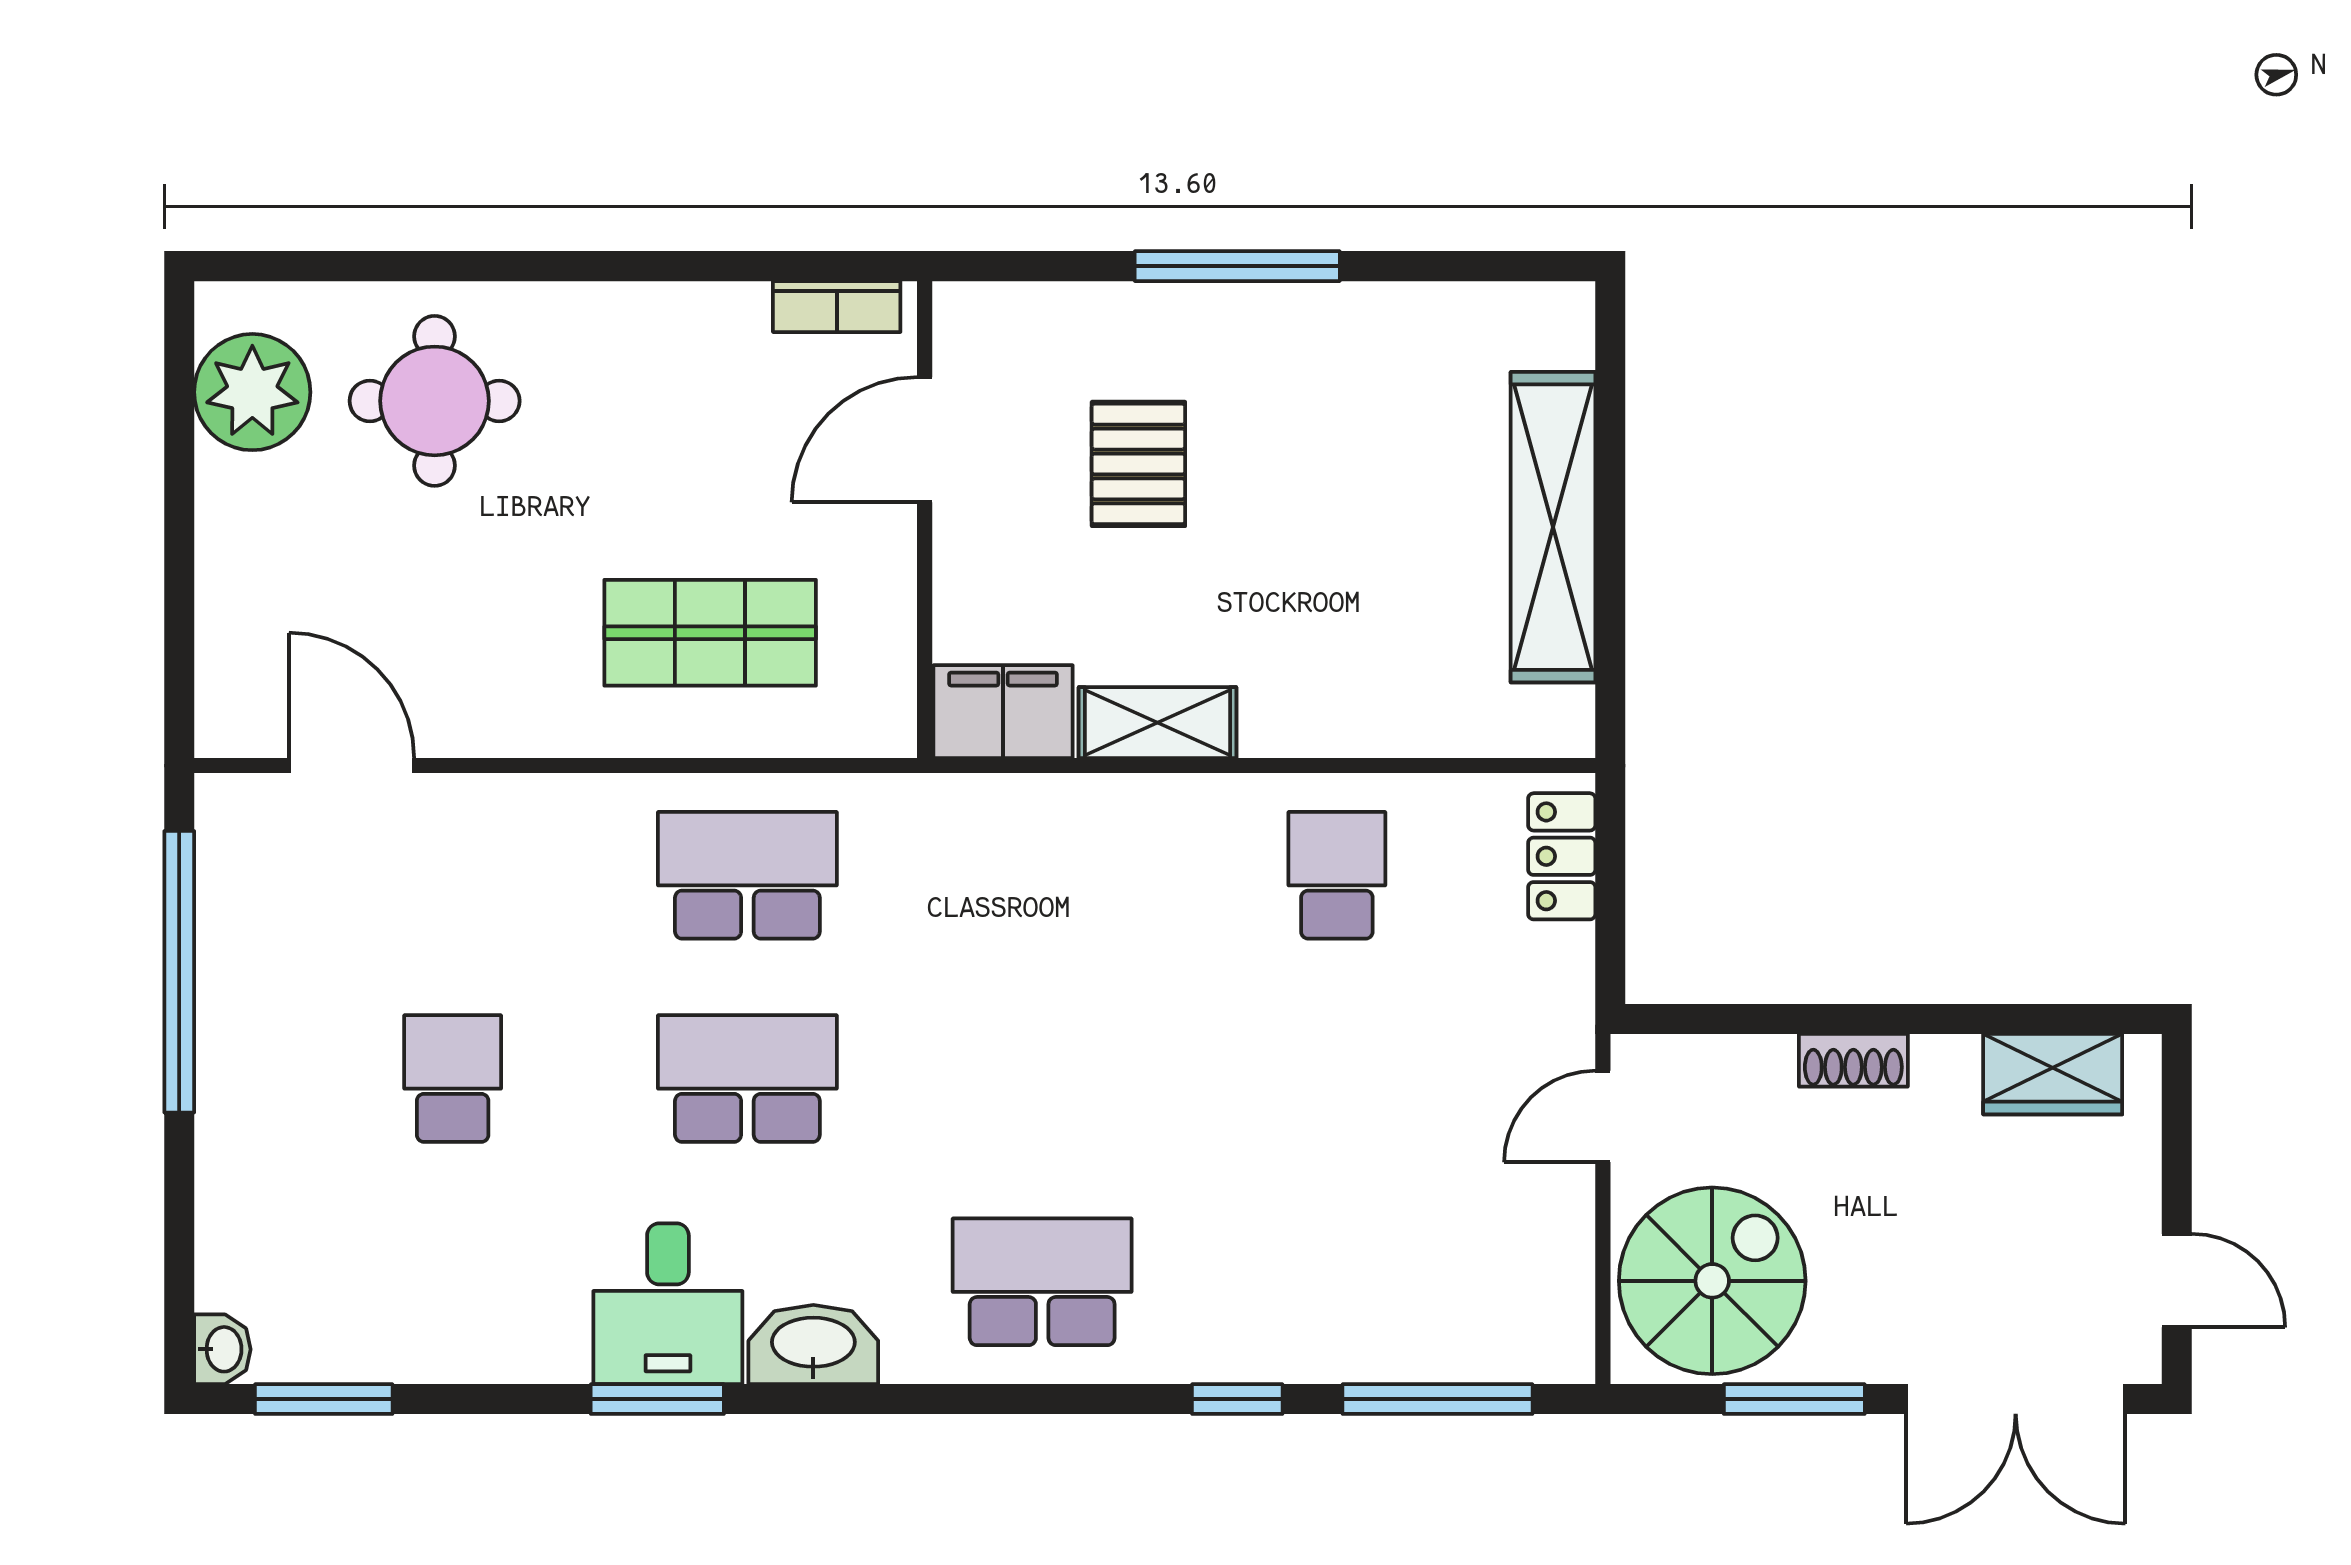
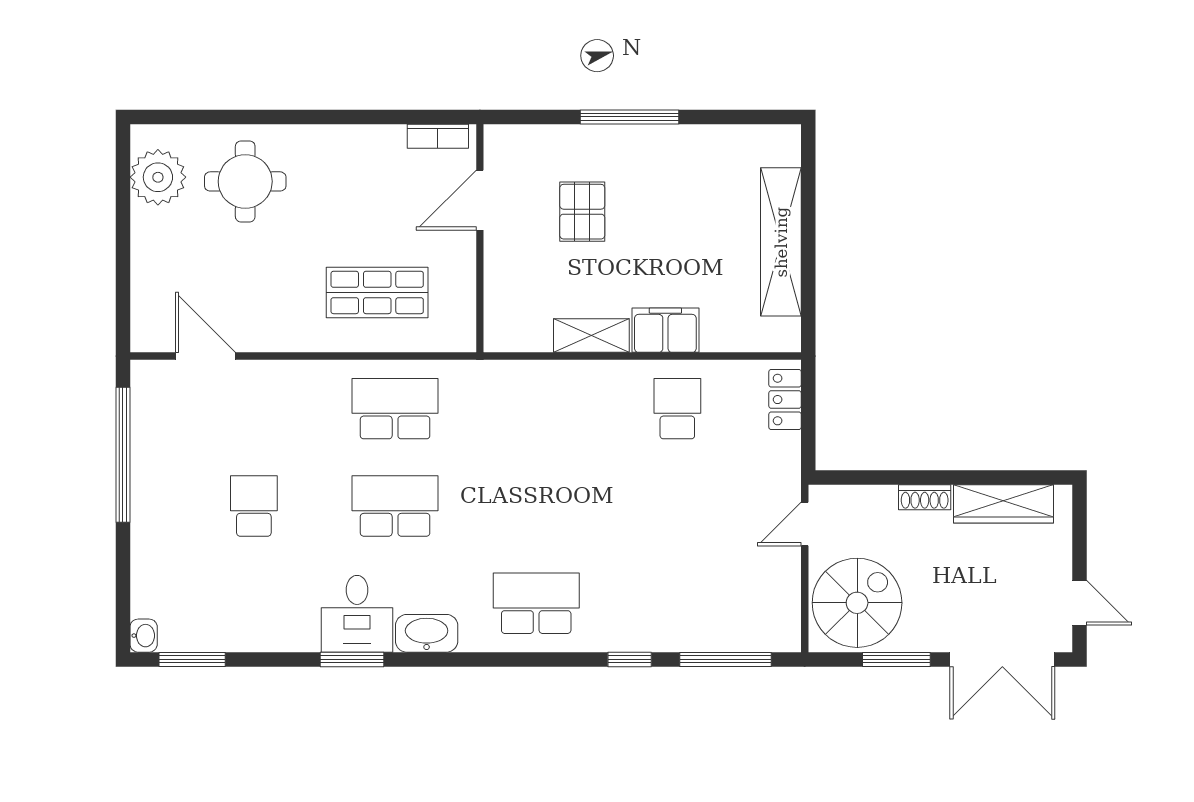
filing cabinet: (1003, 712) -> (665, 330), moved
wardrobe: (2053, 1074) -> (1003, 504), width x1.50

